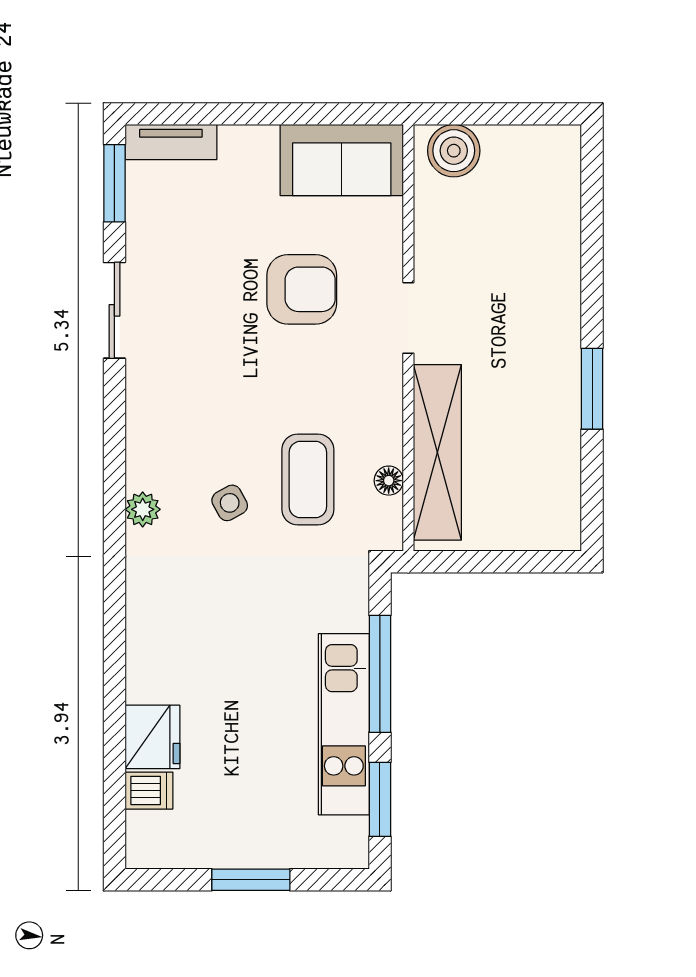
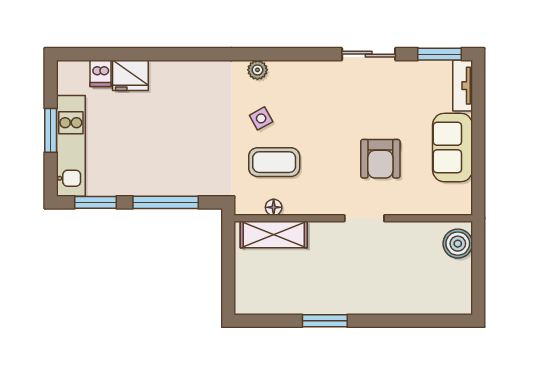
sofa: (342, 160) -> (453, 147), moved
shelving: (437, 452) -> (274, 234), width x0.68
kitchen unit: (344, 724) -> (71, 146), moved, turned 90

